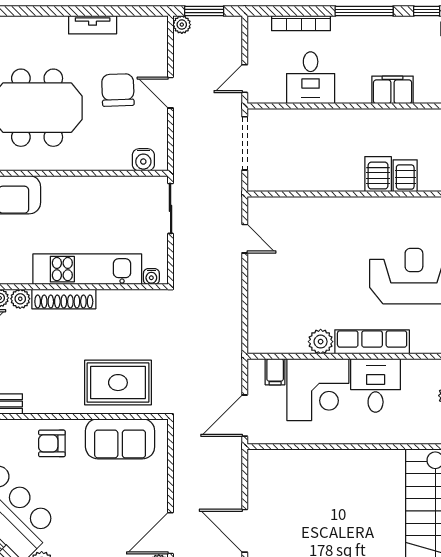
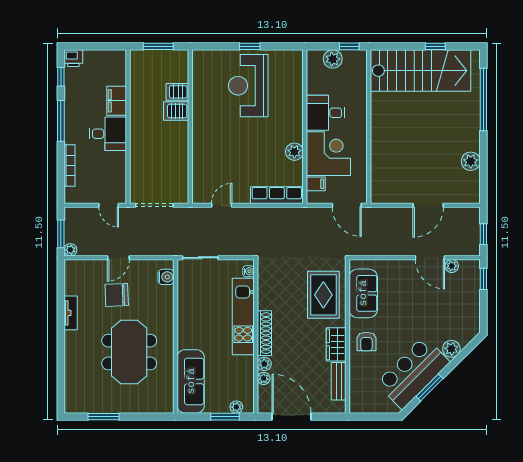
desk: (311, 78) -> (108, 134), moved
row of seats: (372, 342) -> (277, 195), moved, turned 90
wardrobe: (48, 400) -> (336, 344), added

